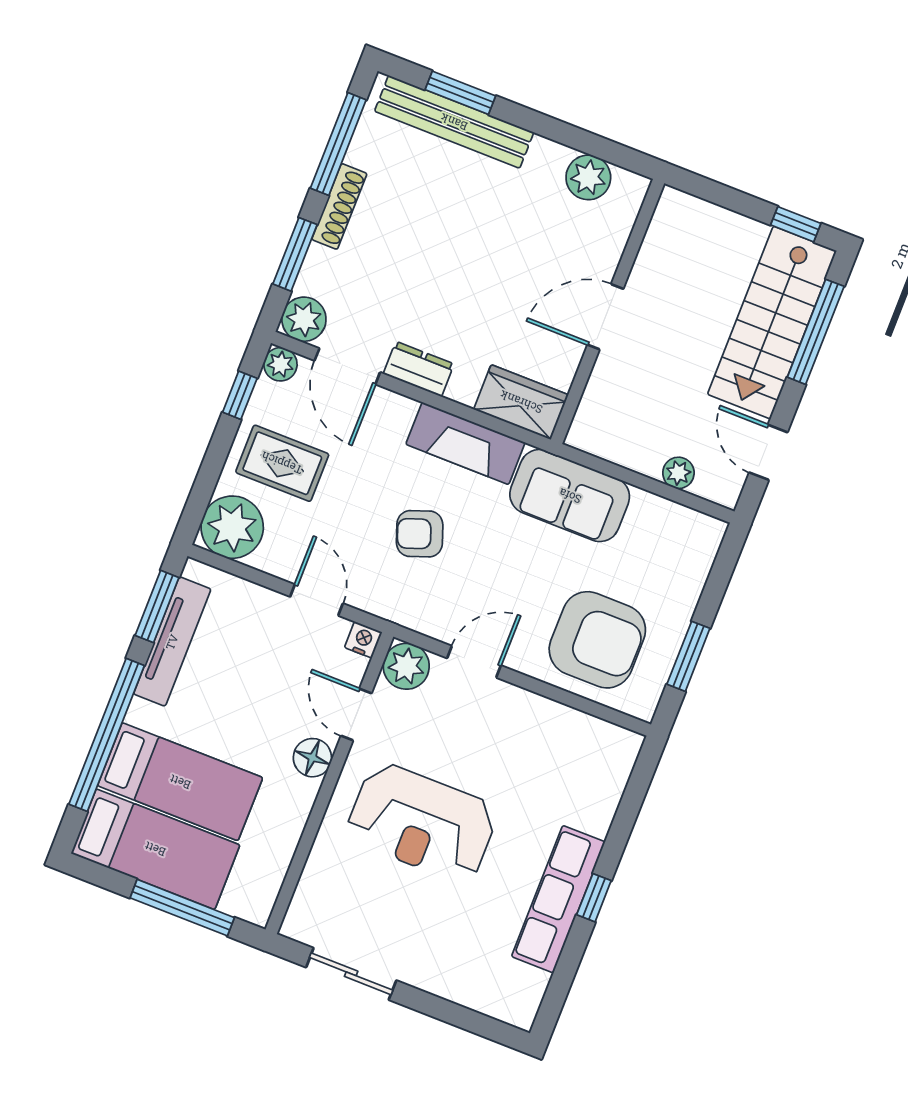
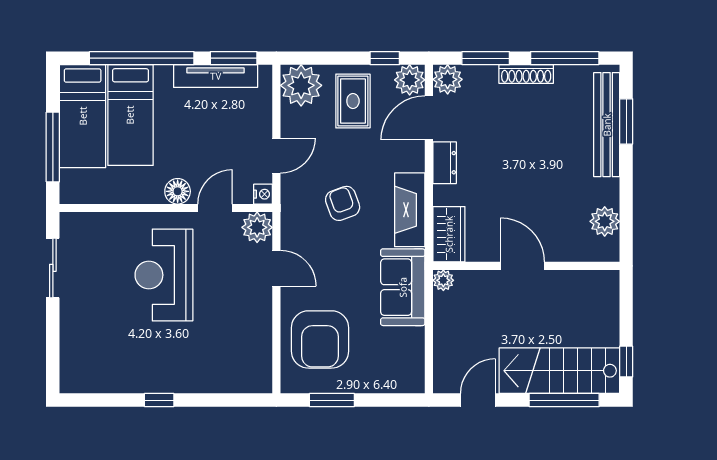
plant: (280, 364) -> (410, 80), width x1.38, depth x1.38
plant: (678, 473) -> (443, 280), moved
row of seats: (558, 899) -> (150, 378), removed

